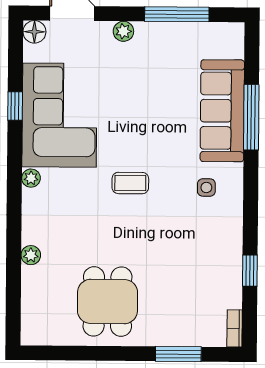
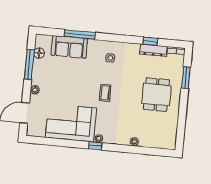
floor lamp: (34, 32) -> (39, 53), moved
window: (15, 106) -> (95, 146), moved
sofa: (222, 111) -> (69, 47), width x0.73
dresser: (231, 279) -> (153, 50), added
dining table: (107, 302) -> (156, 95), moved, turned 90

